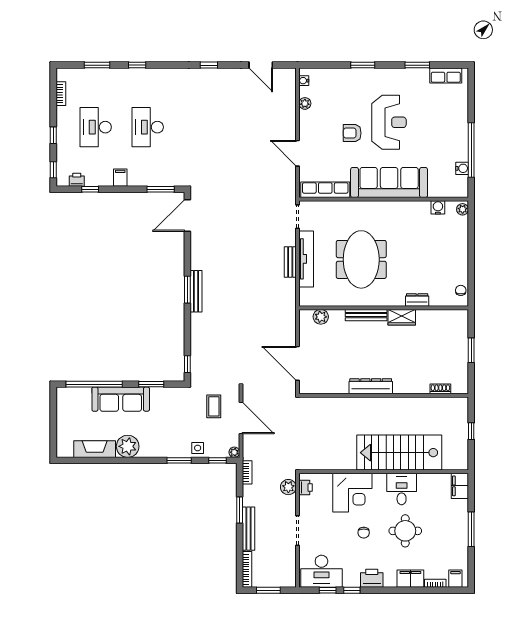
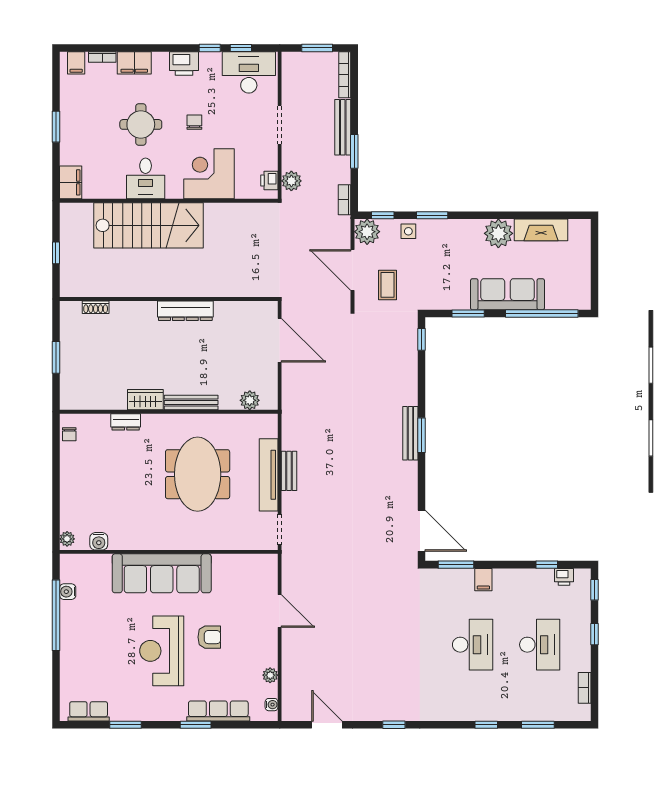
filing cabinet: (120, 178) -> (483, 580), moved
row of seats: (325, 190) -> (218, 711), moved, turned 180
door: (187, 216) -> (422, 531), hinge flipped
plant: (234, 452) -> (367, 232), width x1.87, depth x1.87
window: (471, 529) -> (56, 127), width x0.69

